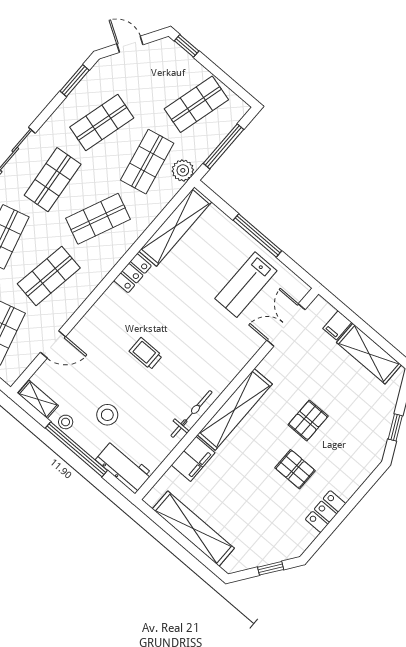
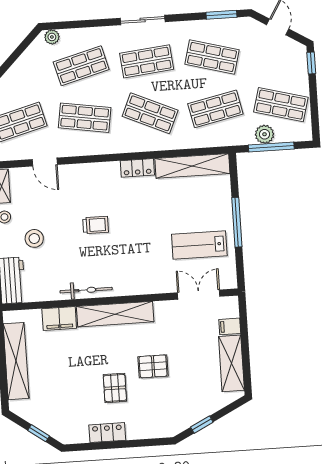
plant: (183, 170) -> (265, 134), moved
trolley: (146, 354) -> (96, 225), turned 90

